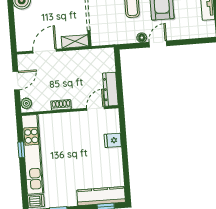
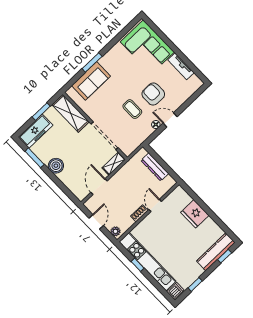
door: (158, 44) -> (170, 120), hinge flipped
dresser: (110, 89) -> (155, 167), moved
door: (96, 109) -> (155, 205), moved
fridge: (113, 140) -> (195, 214), width x1.88, depth x1.34

